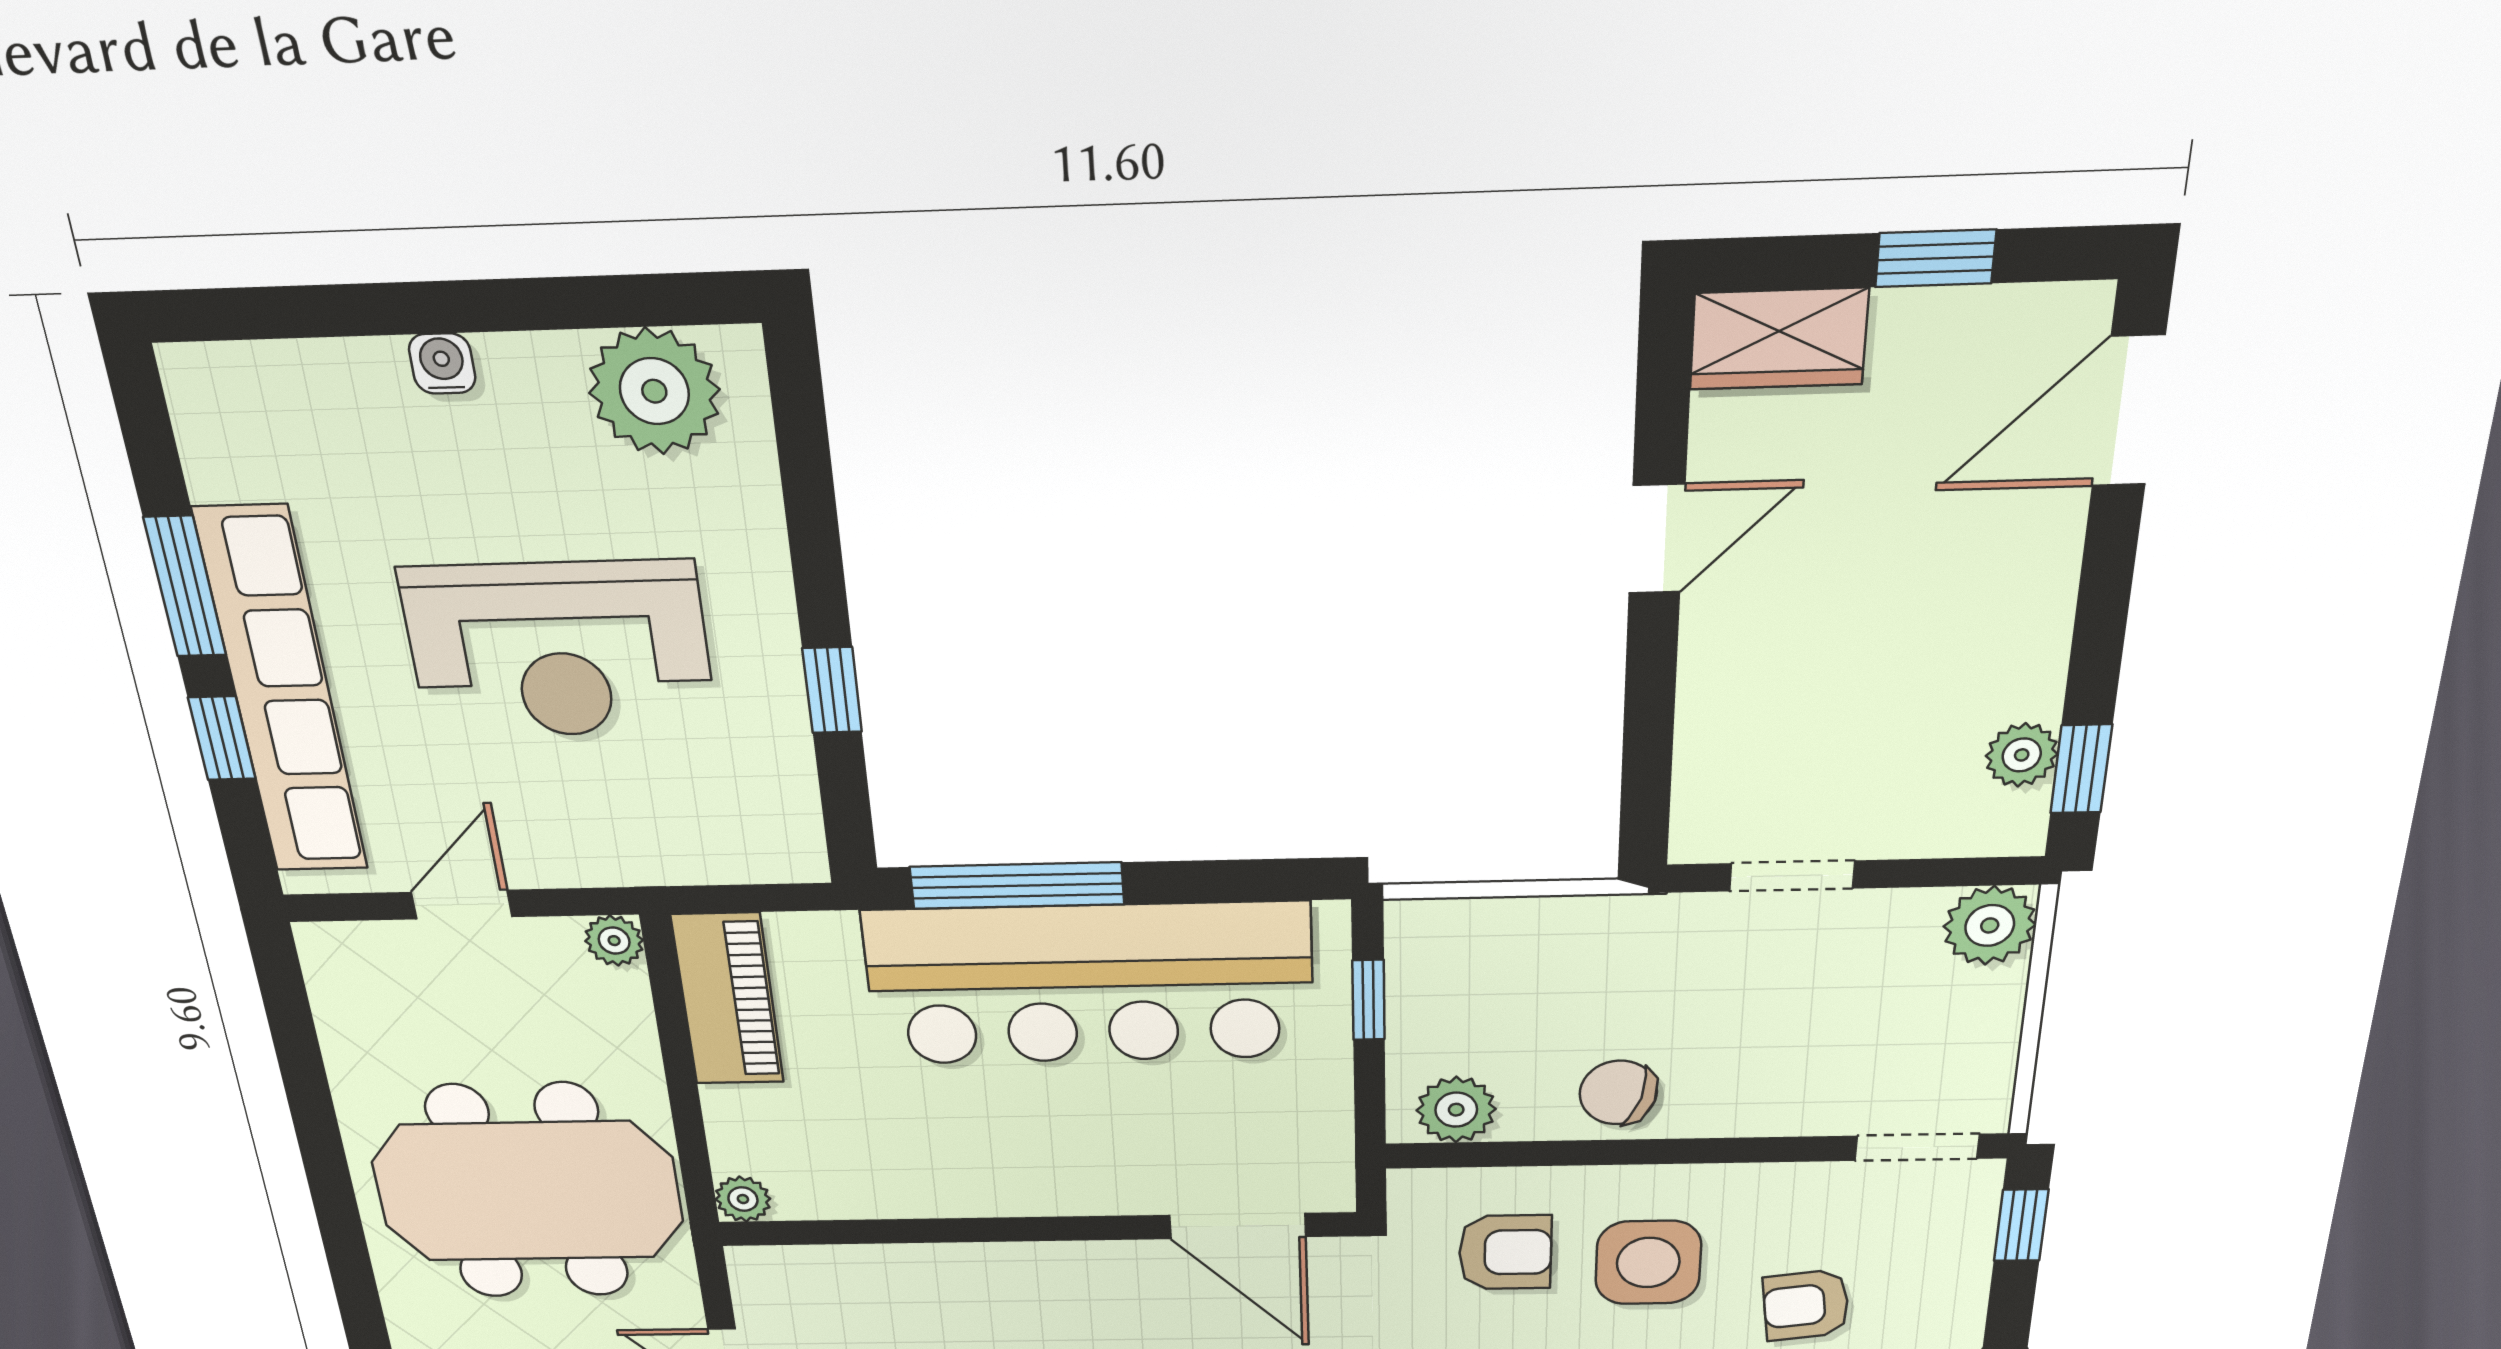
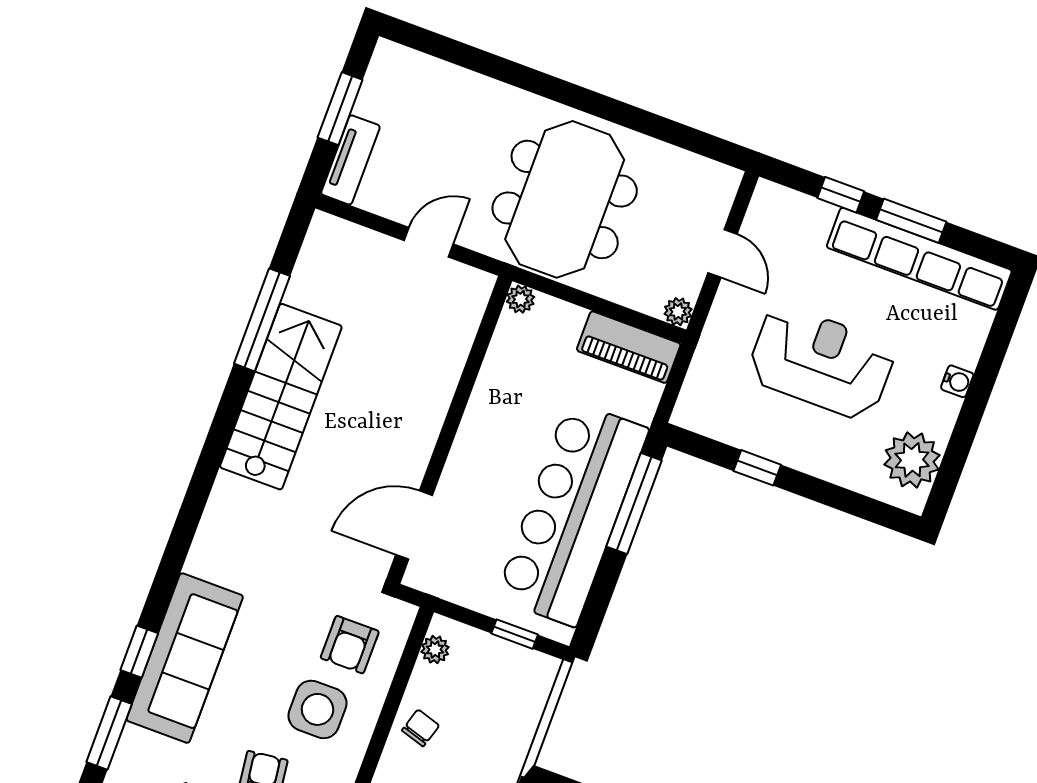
reception desk: (559, 650) -> (821, 362), turned 90
row of seats: (282, 693) -> (919, 259), moved
chair: (1618, 1093) -> (421, 728), width x0.73, depth x0.73
plant: (1456, 1110) -> (435, 650), width x0.73, depth x0.73

